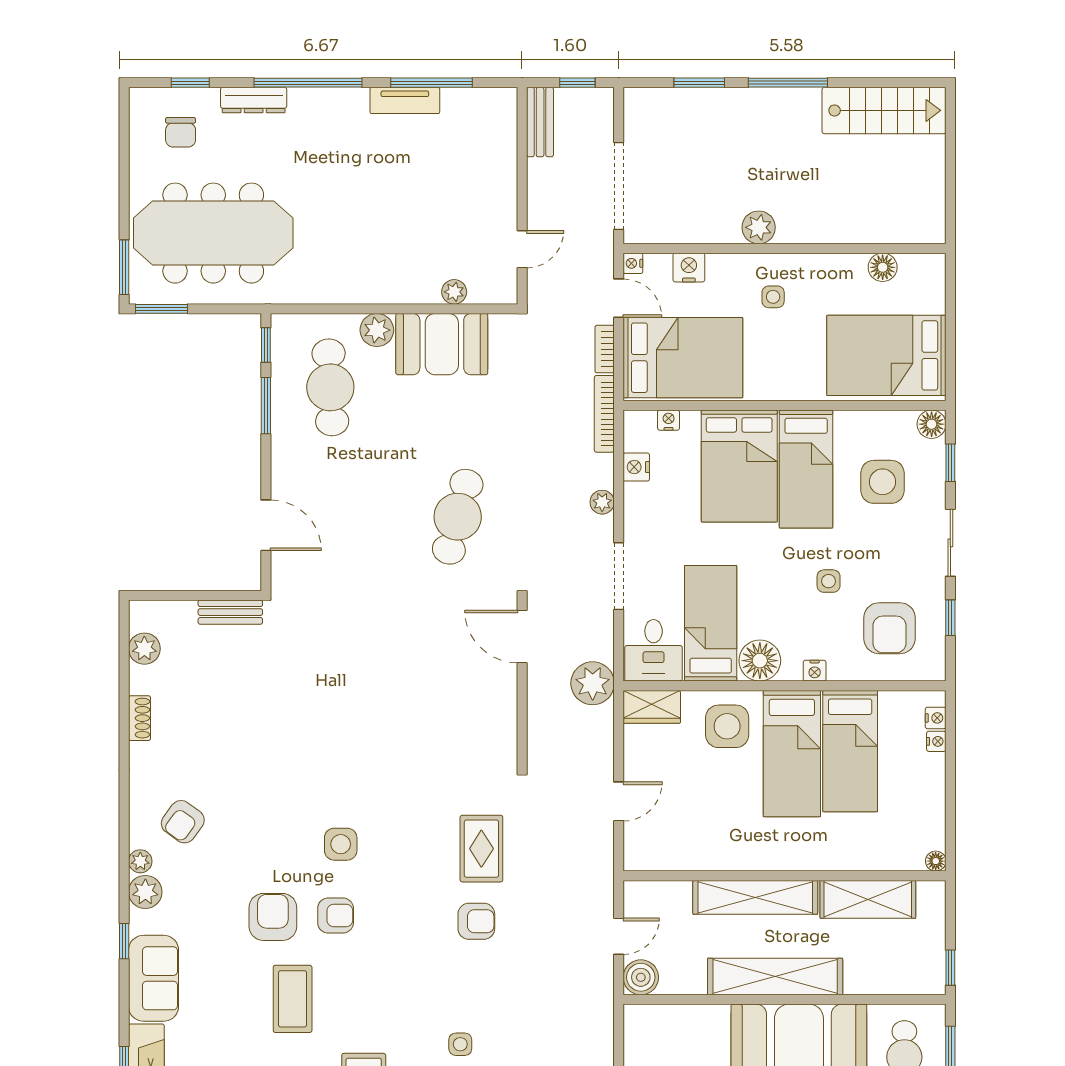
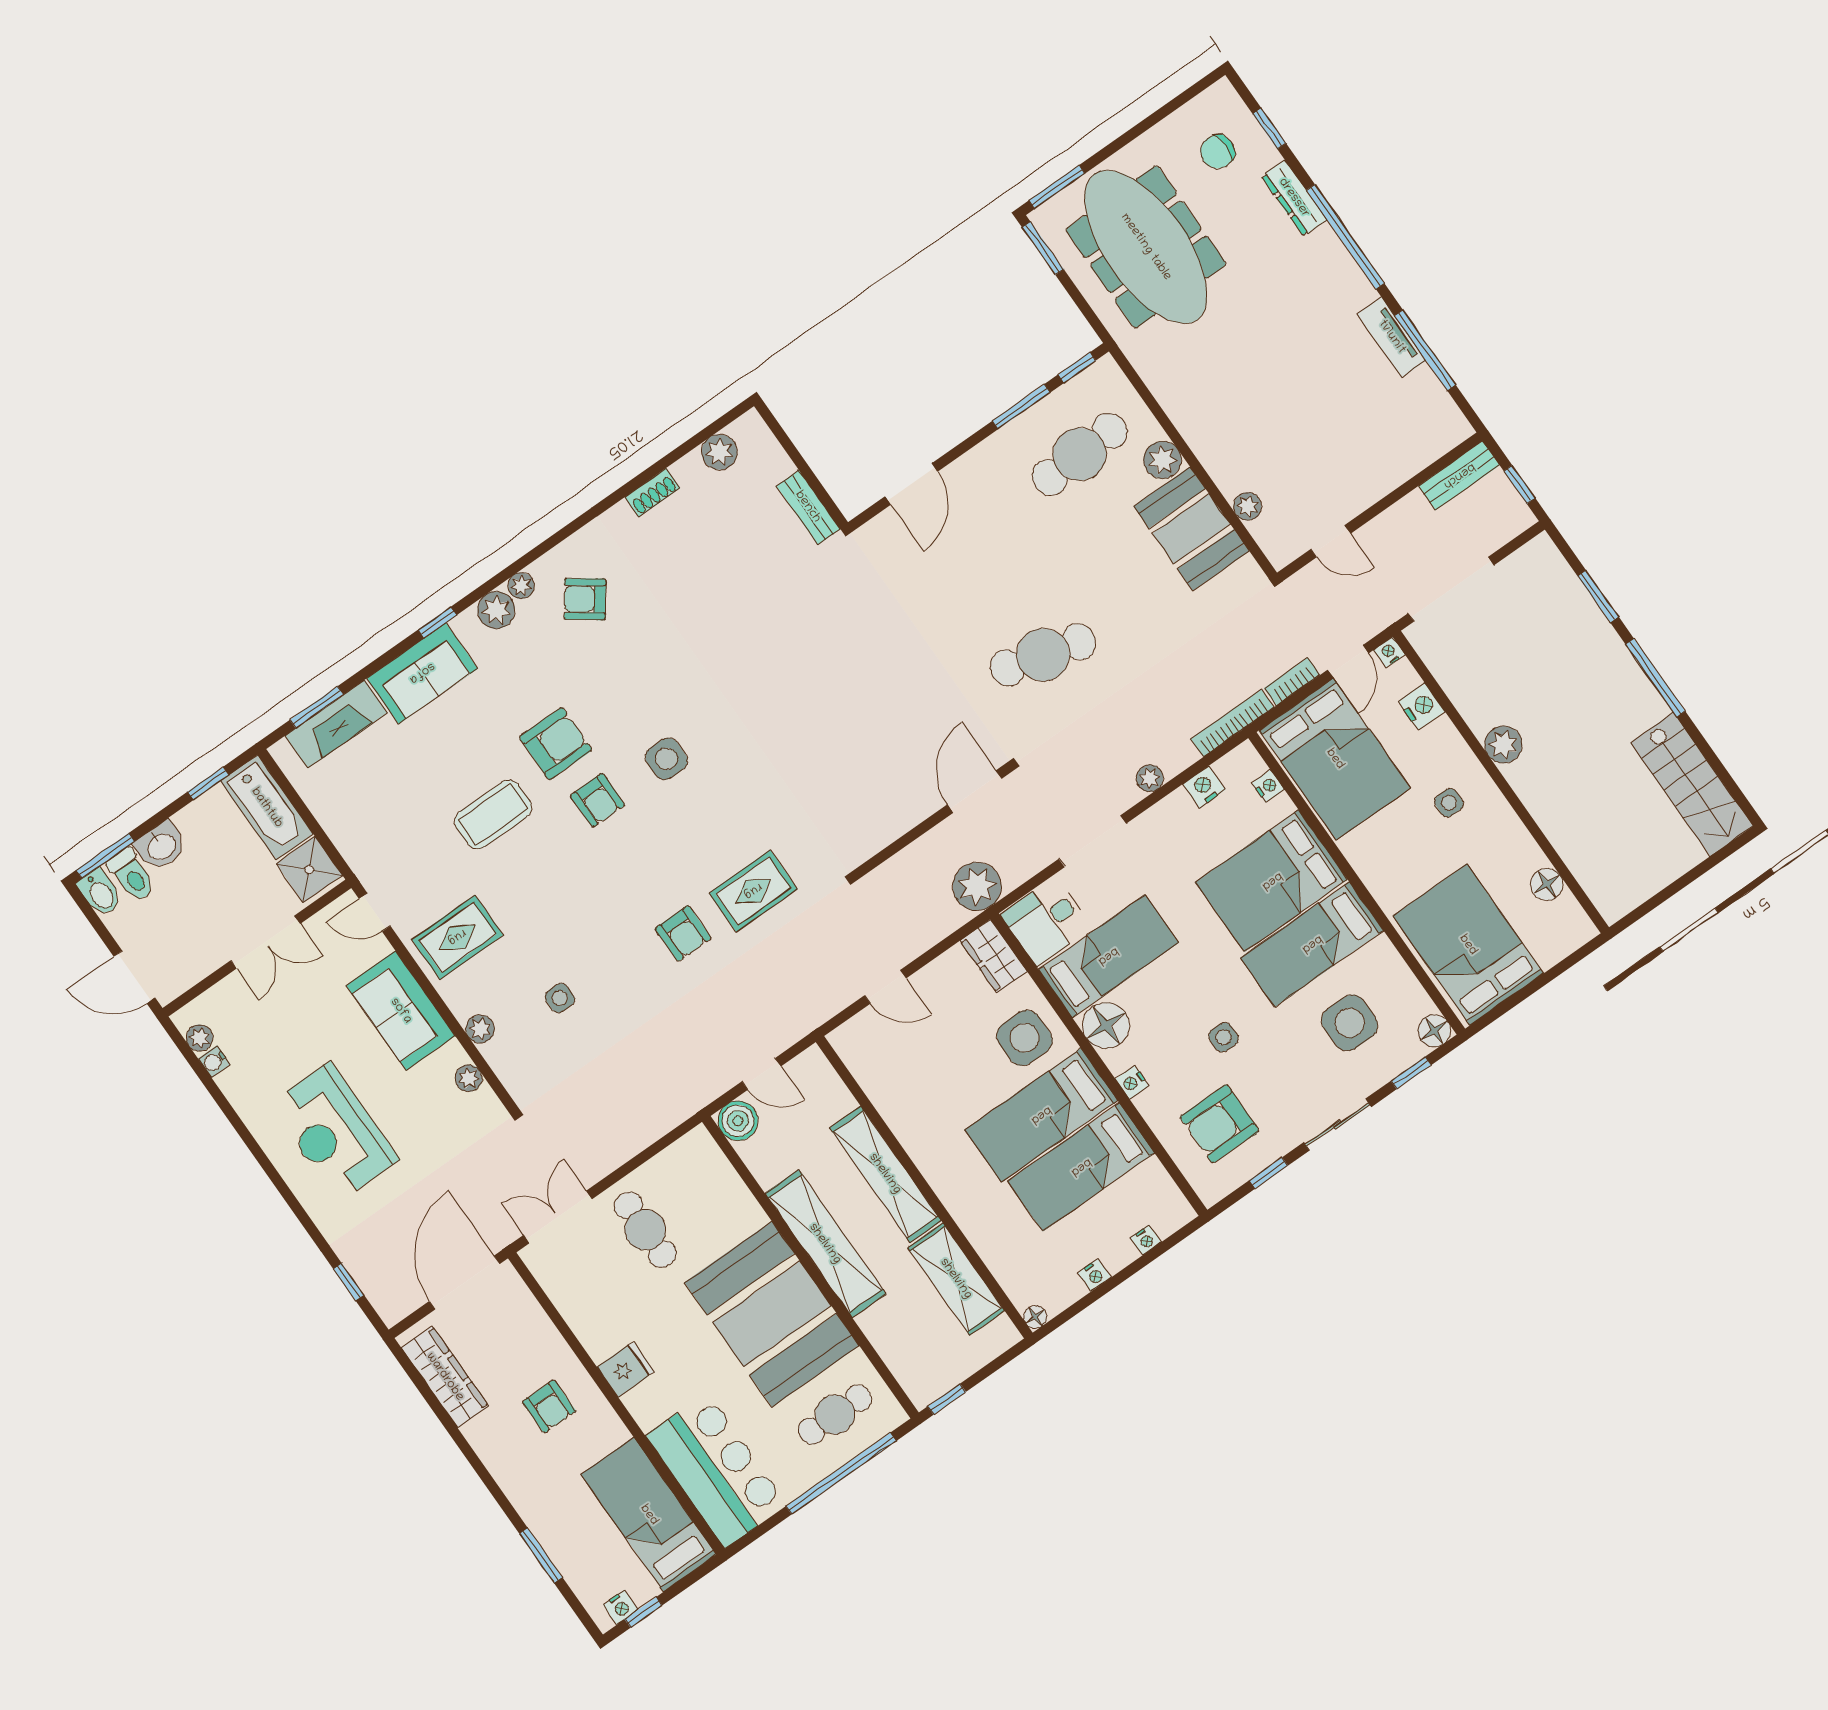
nightstand: (936, 718) -> (1094, 1275), moved

